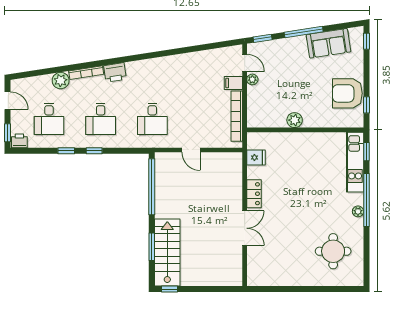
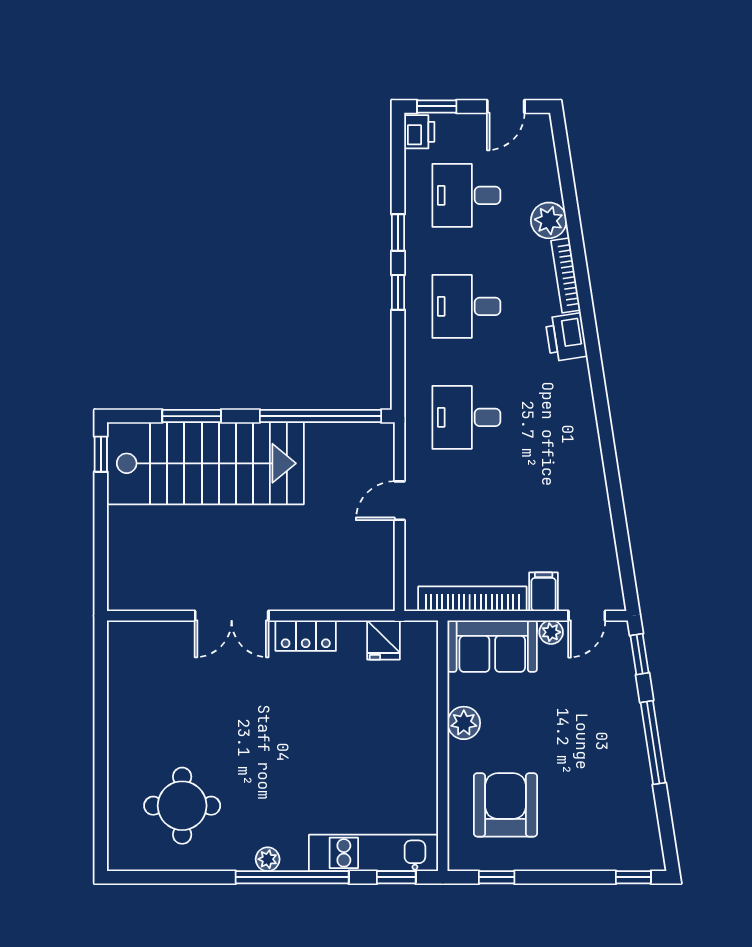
sofa: (328, 43) -> (492, 646), moved, turned -81
armchair: (347, 93) -> (505, 805), moved
stairs: (167, 253) -> (205, 463), width x1.36, depth x1.51

